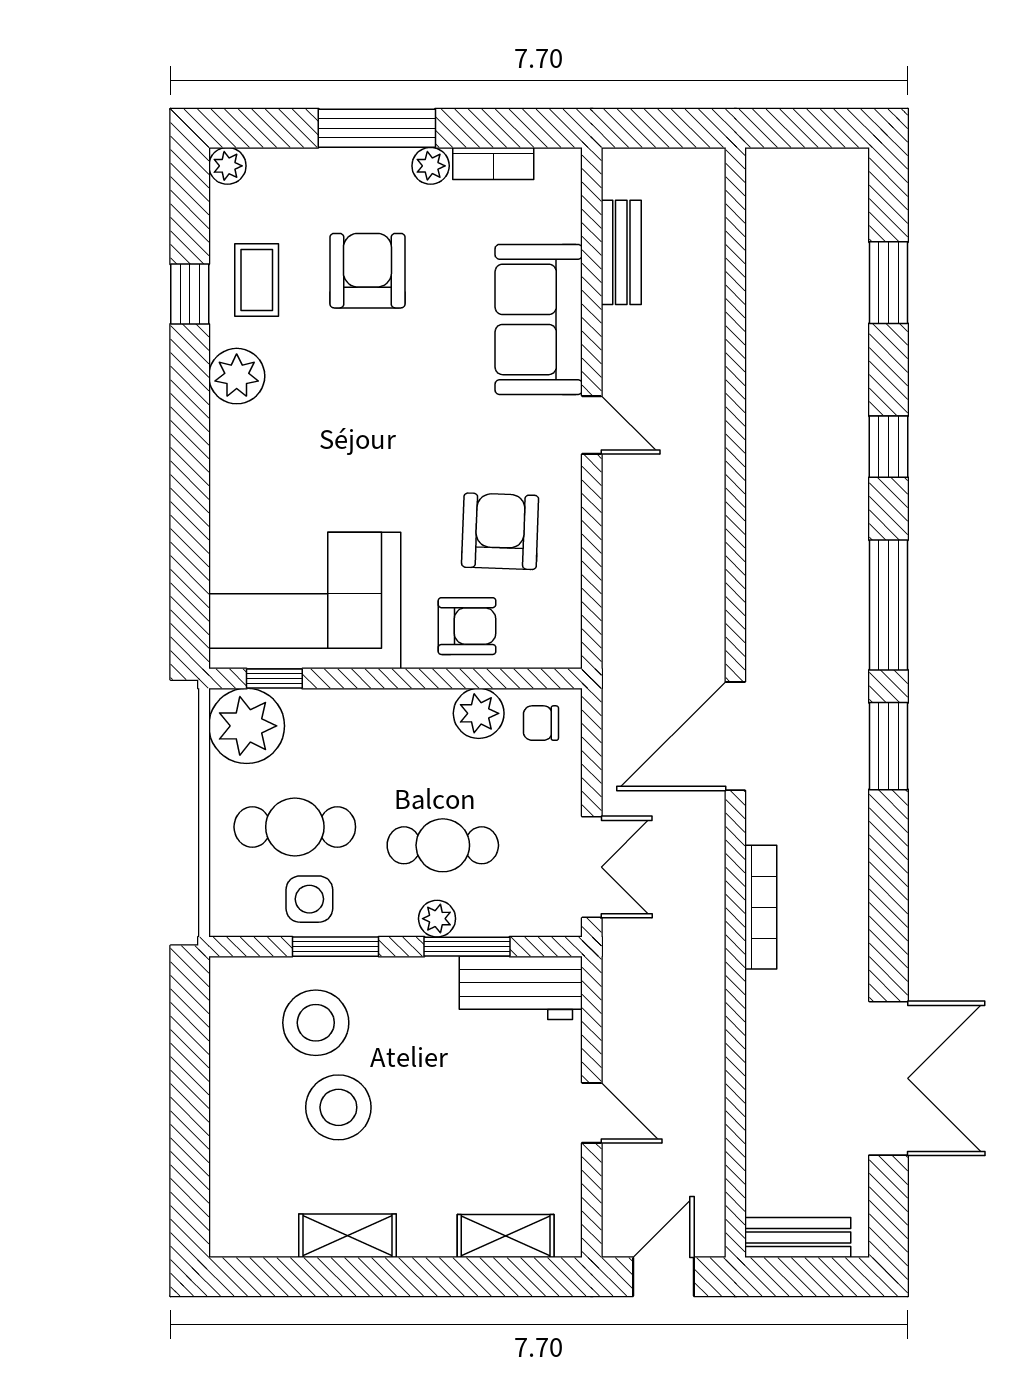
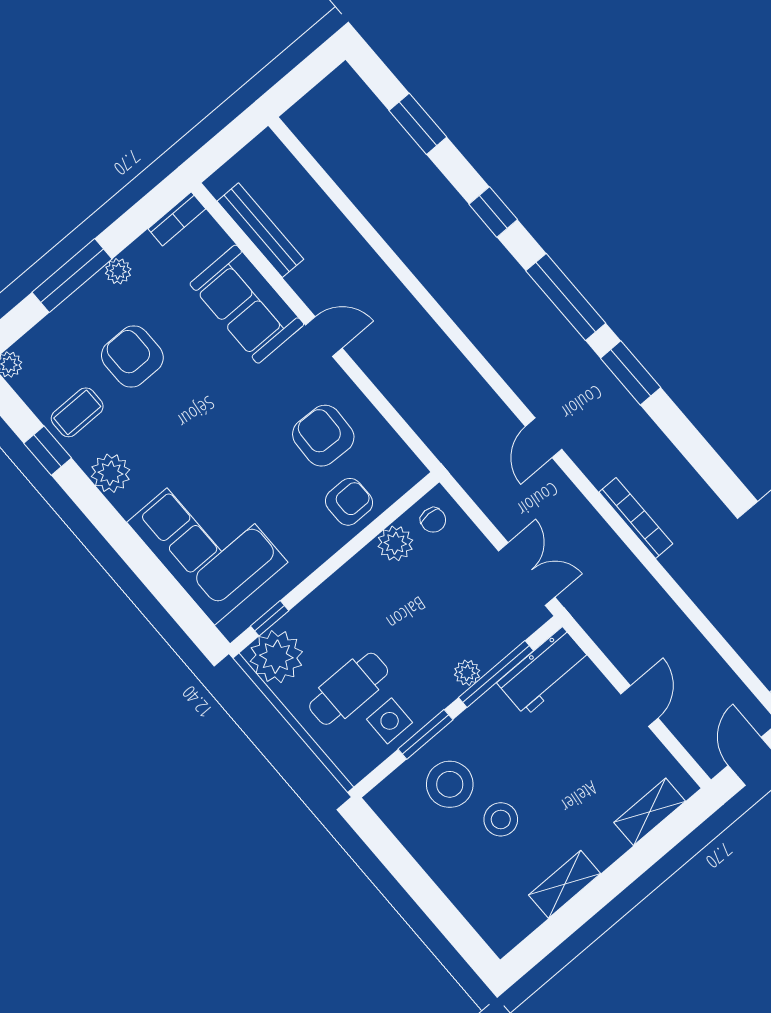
bookcase: (493, 163) -> (177, 219), moved
bench: (621, 252) -> (260, 230), width x1.36
coffee table: (257, 280) -> (77, 412), turned 90
corner sofa: (305, 601) -> (207, 542), moved, turned 90
chair: (541, 723) -> (433, 520), turned -90
door: (735, 736) -> (544, 438), width x0.53
cafe table: (443, 845) -> (437, 631), removed
window: (467, 947) -> (496, 674), width x1.44
stool: (338, 1107) -> (501, 819), width x0.73, depth x0.73
door: (592, 1113) -> (639, 706), hinge flipped

